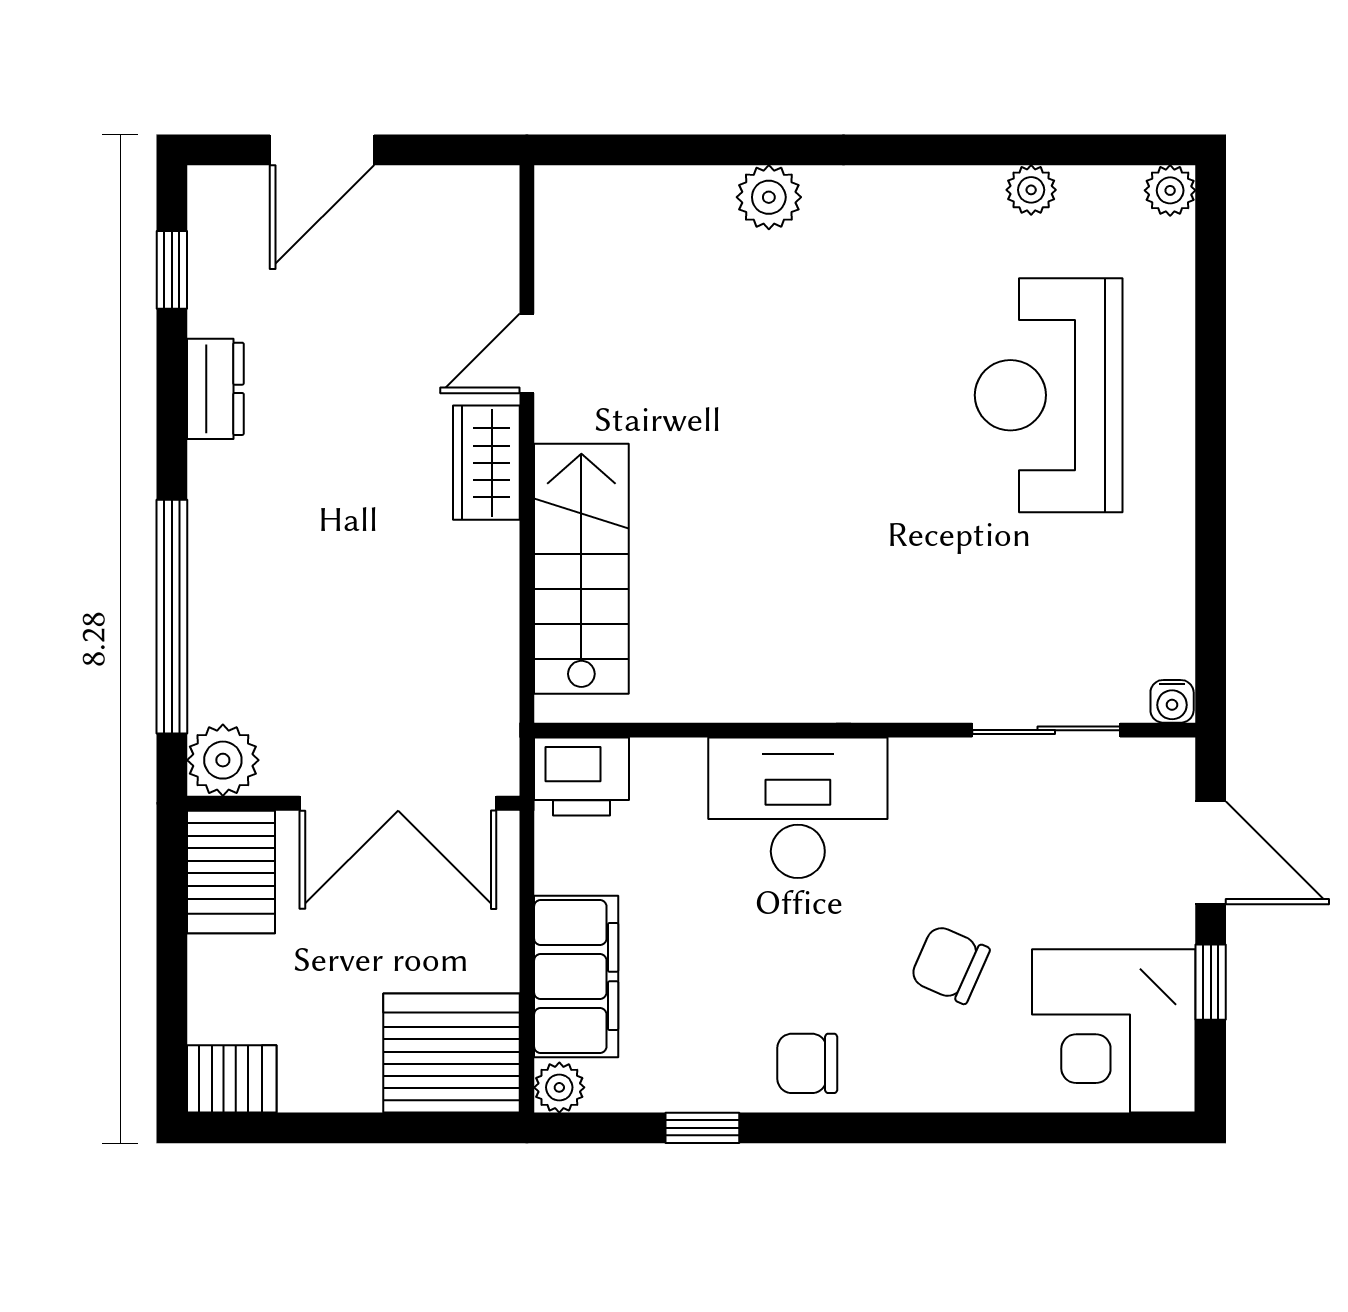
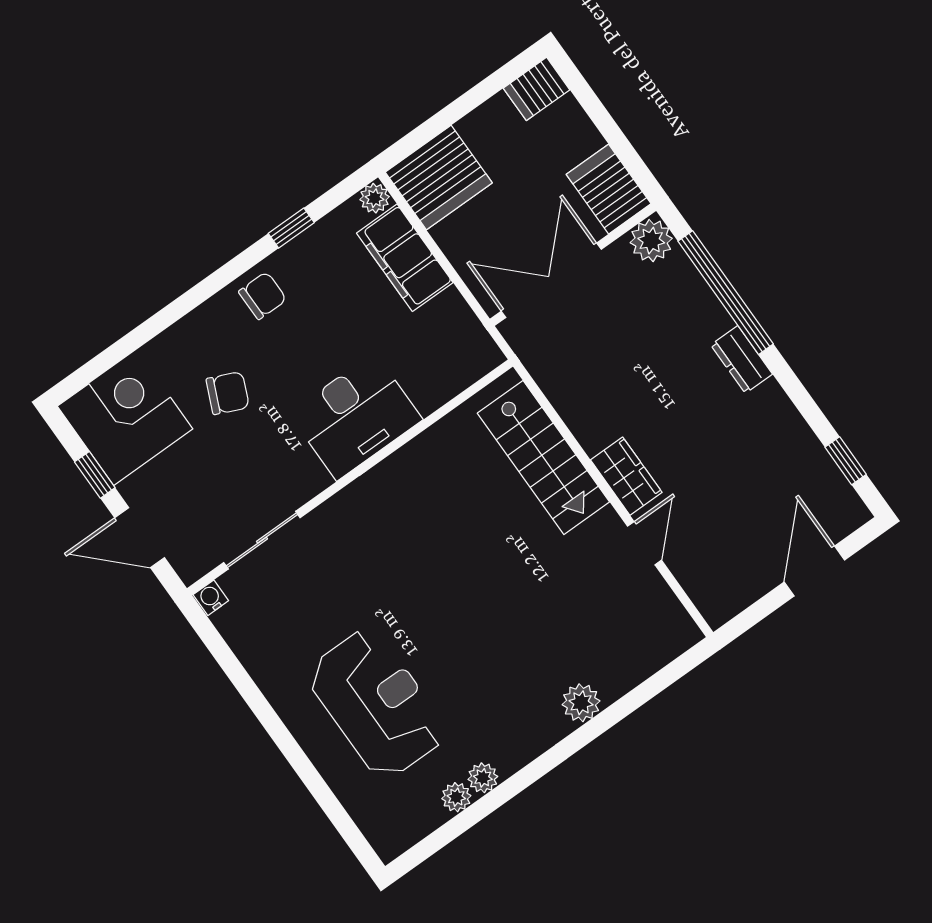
plant: (1170, 190) -> (483, 778), moved
dresser: (215, 389) -> (742, 360), moved
printer: (582, 777) -> (471, 357), removed

